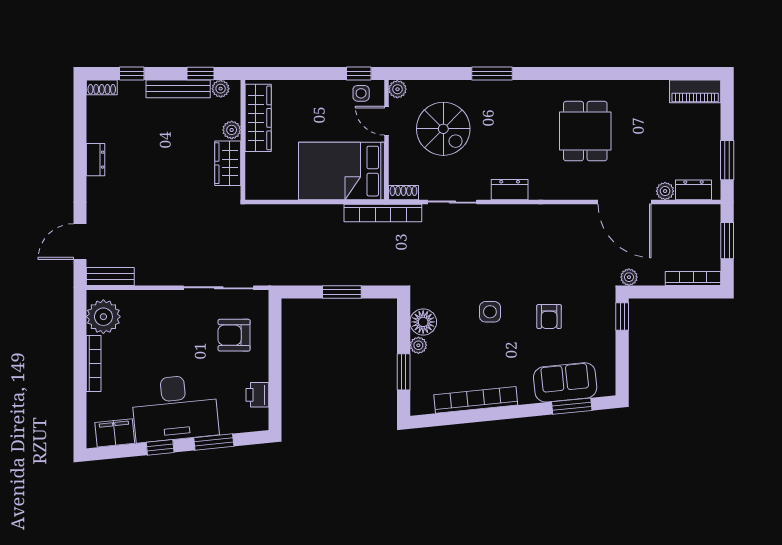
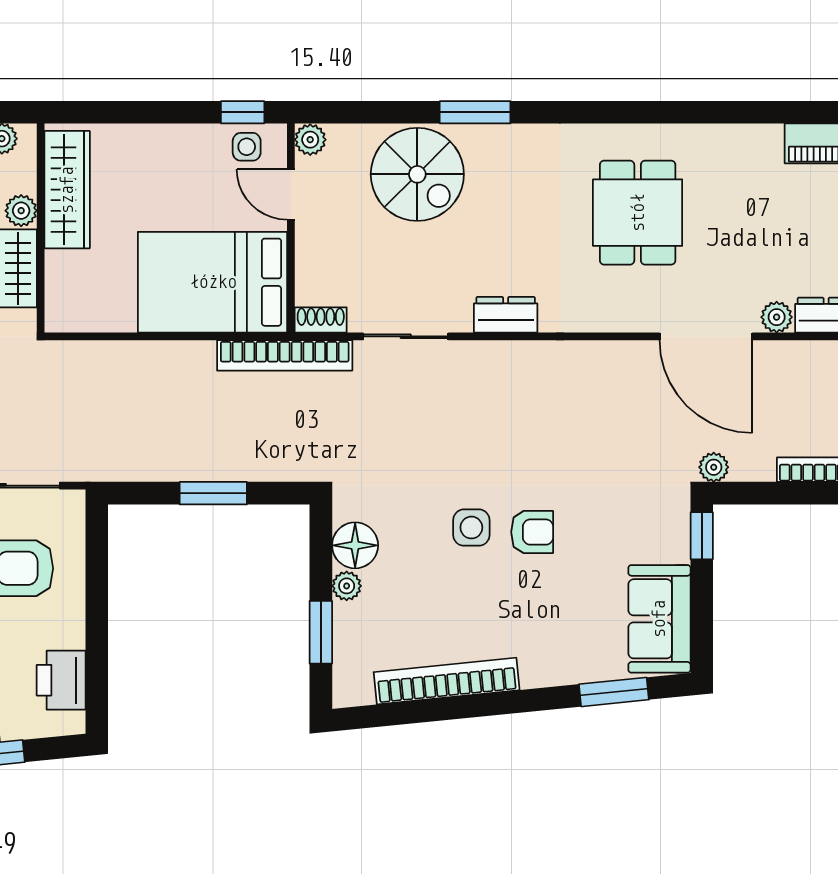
spiral stairs: (443, 129) -> (417, 174), moved
armchair: (549, 317) -> (532, 532), moved, turned -90
sofa: (565, 382) -> (659, 619), moved, turned -84
printer: (257, 395) -> (61, 680), width x1.36, depth x1.24

